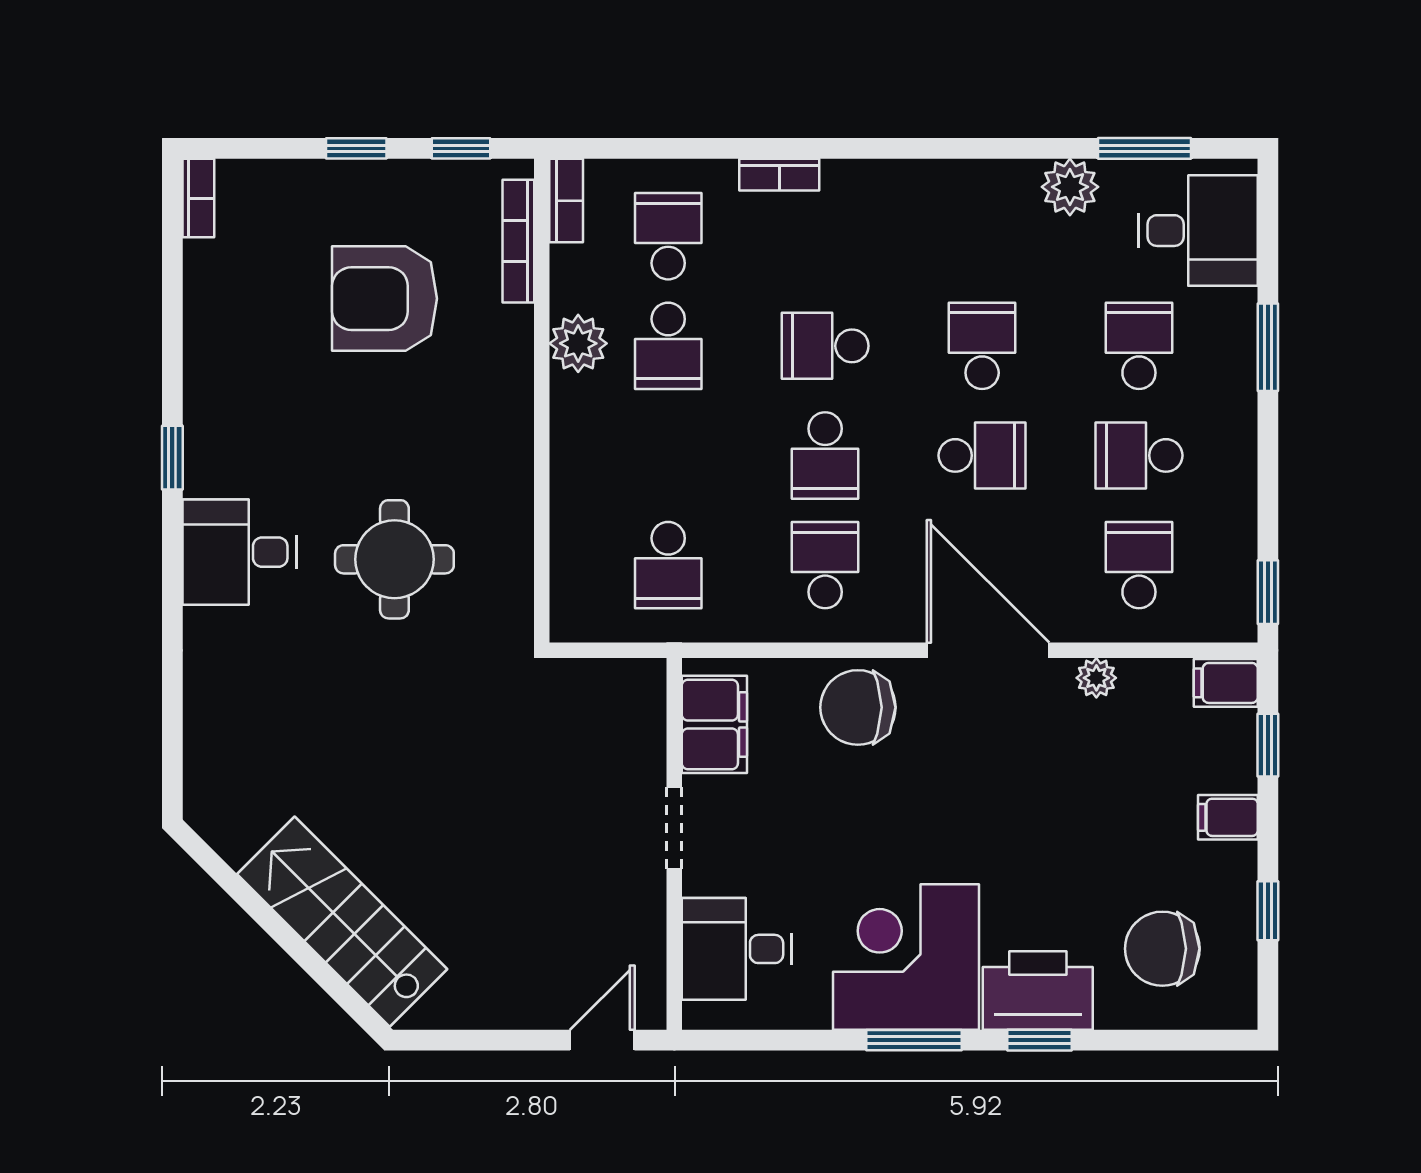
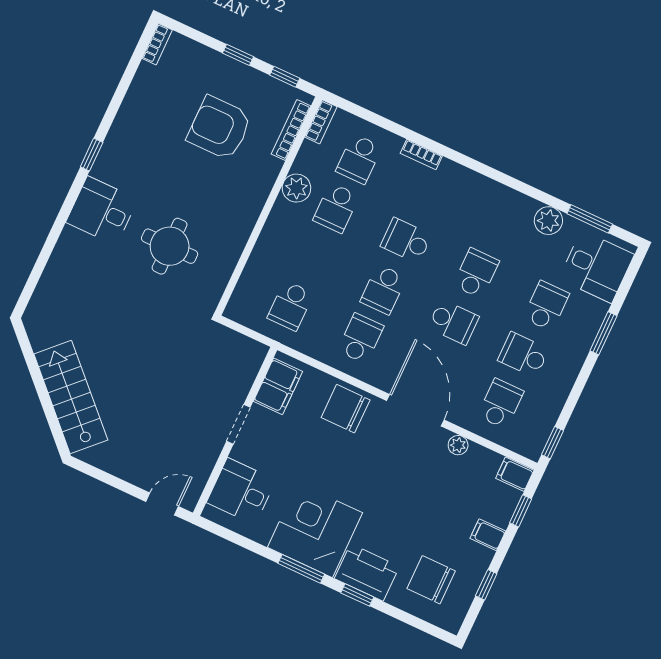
school desk: (668, 236) -> (359, 159), turned 180

